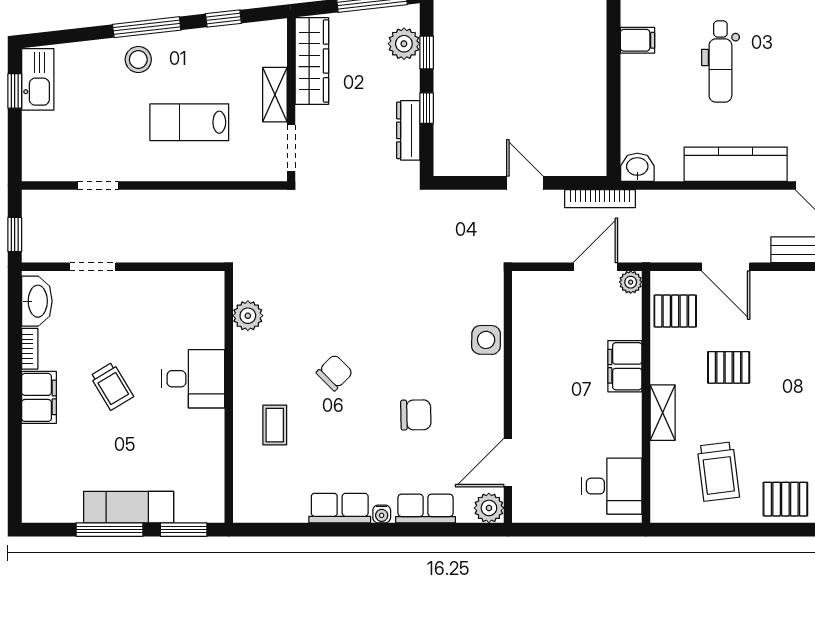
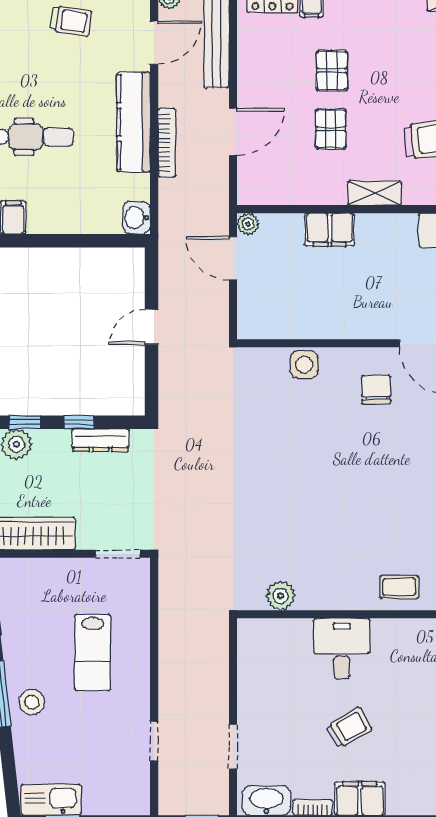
shelving: (275, 95) -> (66, 570), removed
bookcase: (600, 199) -> (167, 143), moved
pallet: (675, 311) -> (332, 71), moved
chair: (335, 373) -> (336, 512), removed
chair: (416, 415) -> (376, 389), moved
coffee table: (275, 425) -> (399, 587), moved

